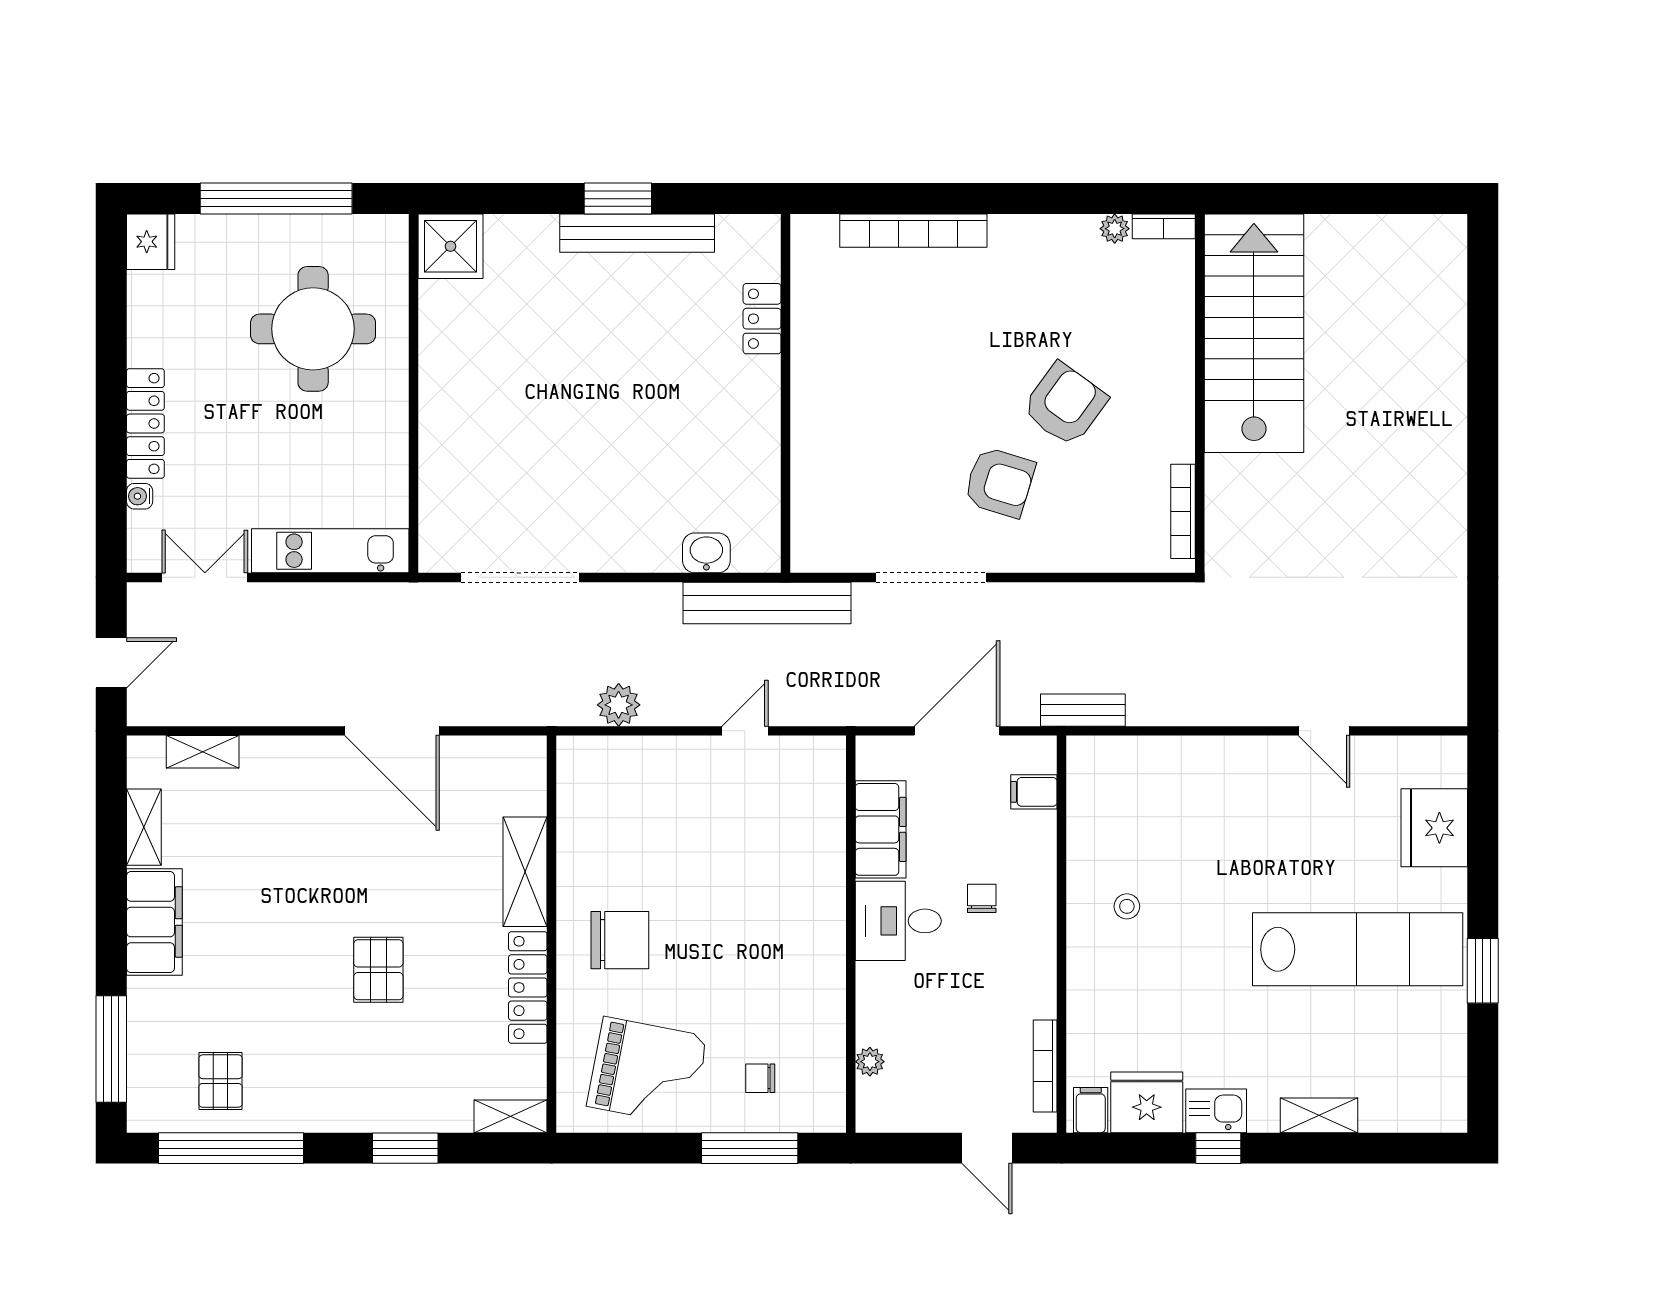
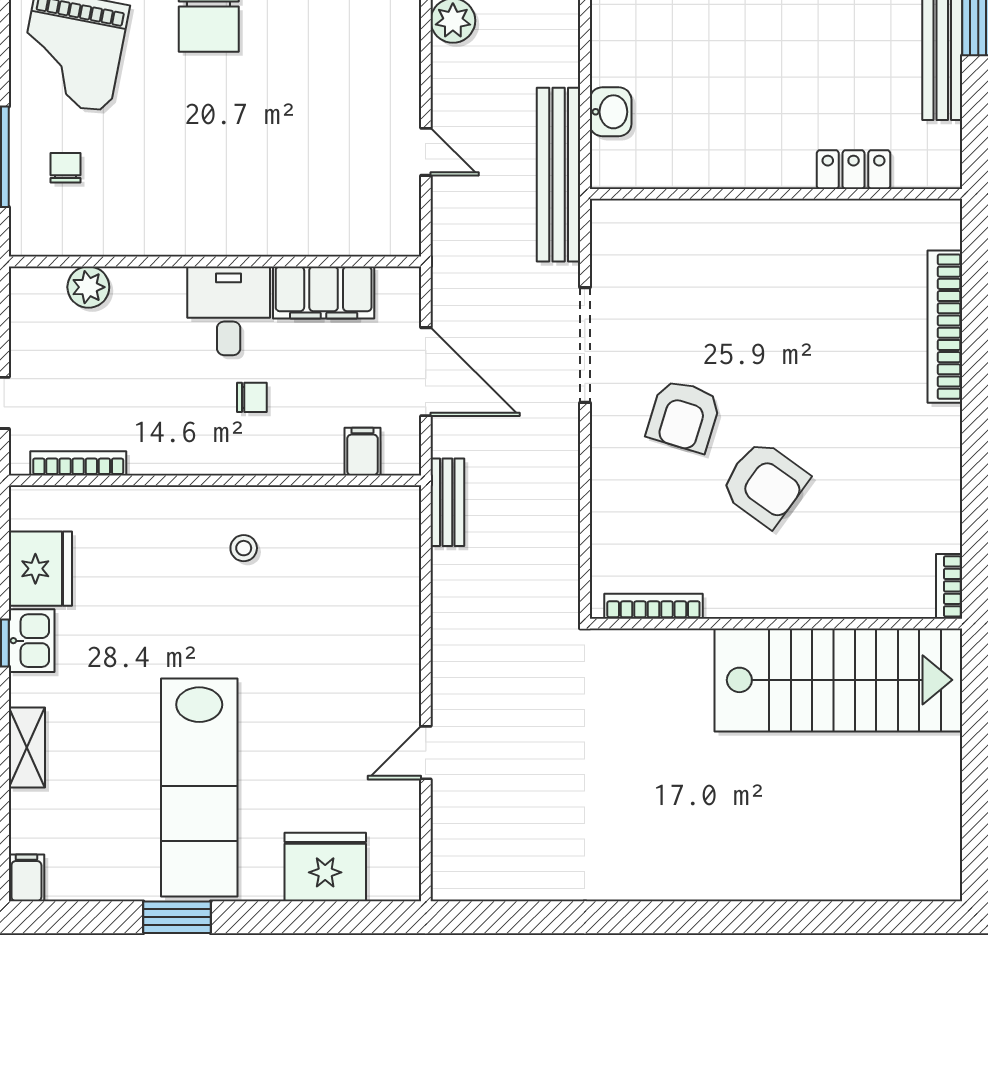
plant: (1115, 229) -> (947, 535), removed
plant: (870, 1062) -> (88, 287), width x1.38, depth x1.38
filing cabinet: (1091, 1110) -> (26, 878), moved, turned -90

